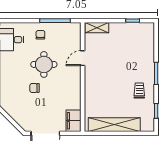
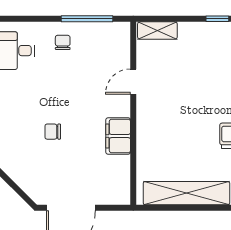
round table: (44, 64) -> (68, 92), removed
filing cabinet: (74, 121) -> (118, 136), moved

